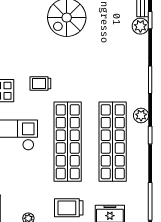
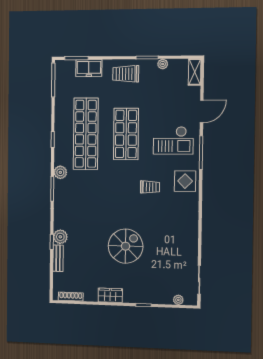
plant: (141, 115) -> (60, 172), moved
shop shelf: (68, 142) -> (126, 134), width x0.71
trolley: (69, 208) -> (126, 74), turned 180

